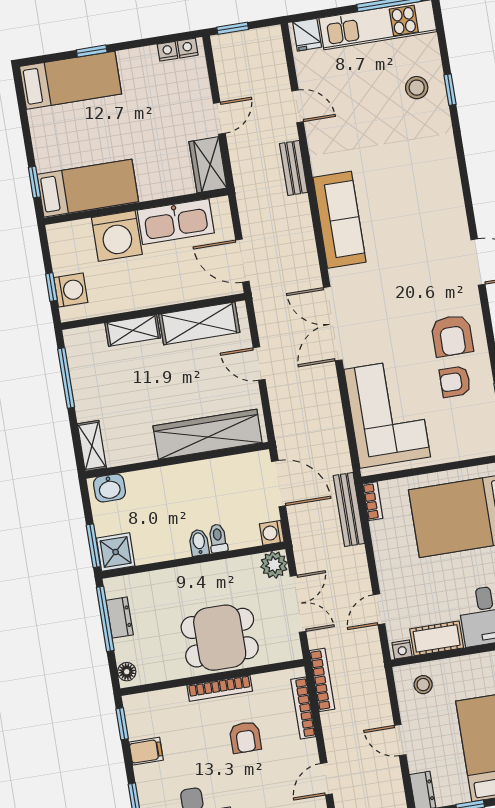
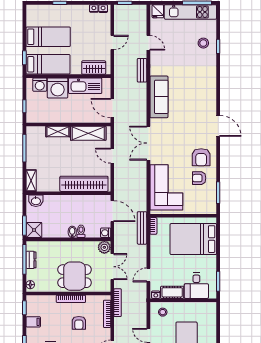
bed: (71, 80) -> (48, 37), moved
wardrobe: (208, 165) -> (94, 68), moved, turned 90
washing machine: (71, 290) -> (40, 85), moved, turned 90

